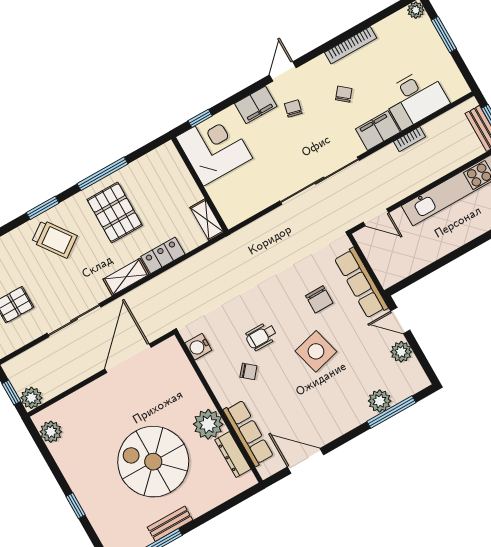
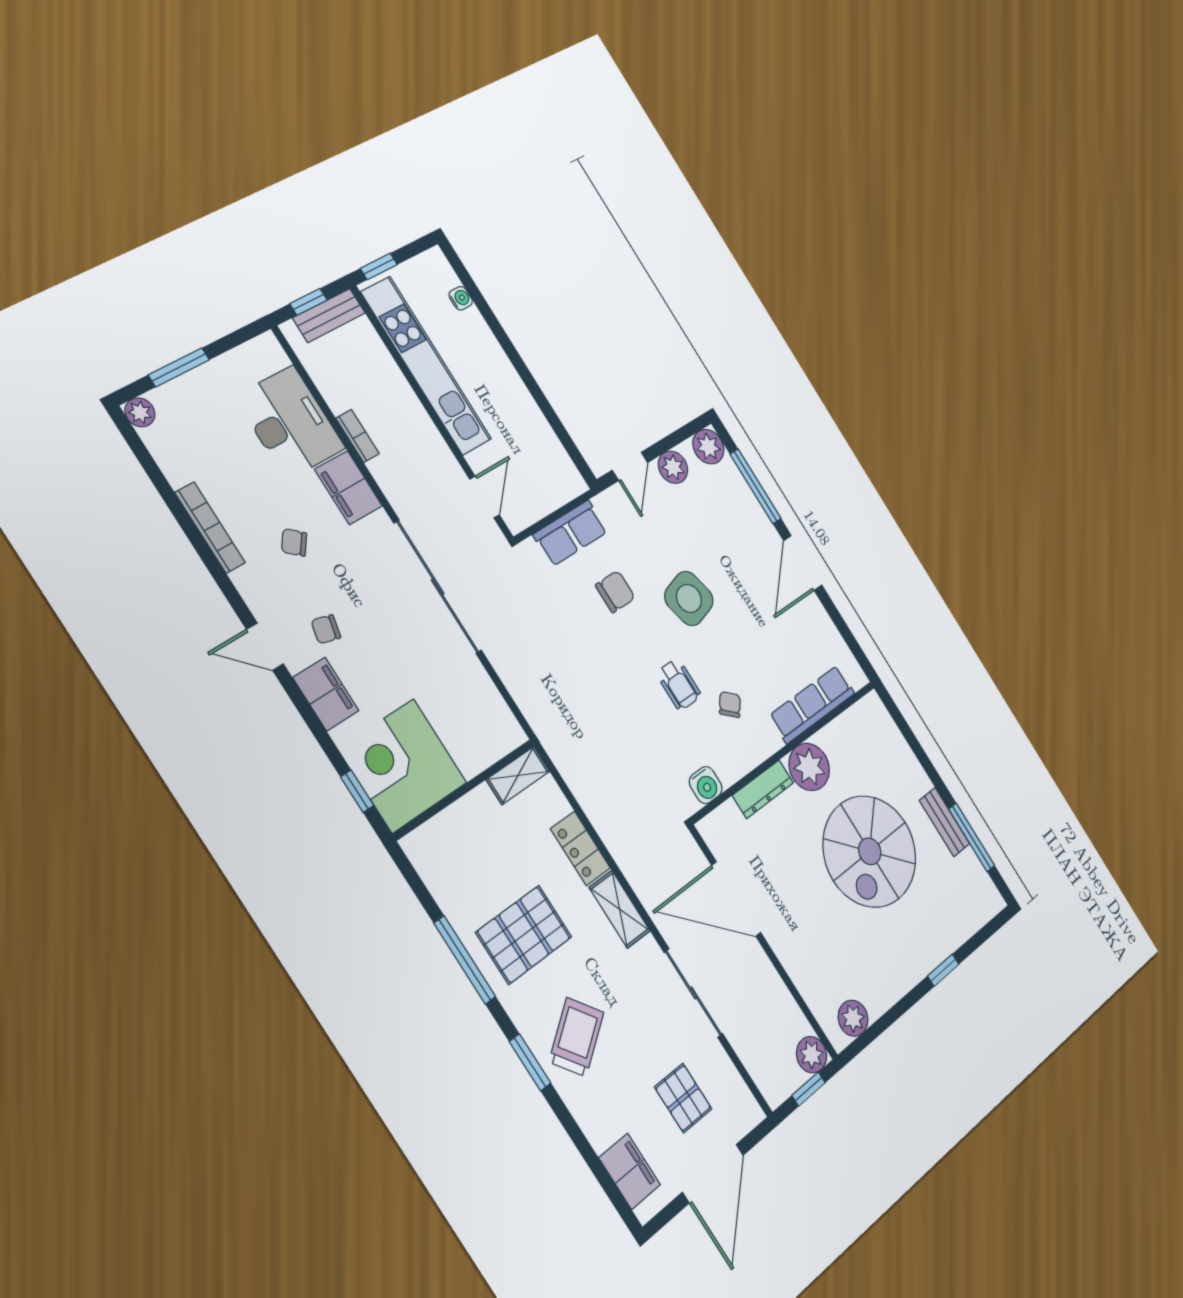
row of seats: (361, 283) -> (571, 533), width x0.68
plant: (380, 401) -> (708, 447), moved
dresser: (233, 454) -> (763, 789), moved
door: (305, 461) -> (803, 563), moved

